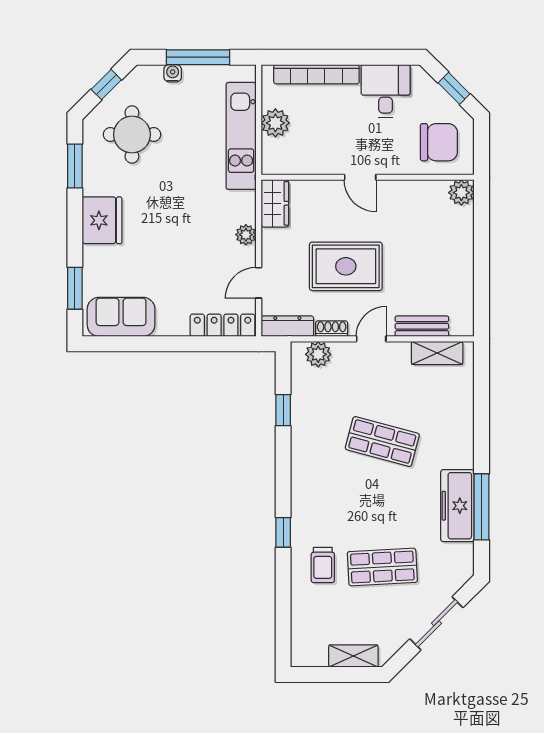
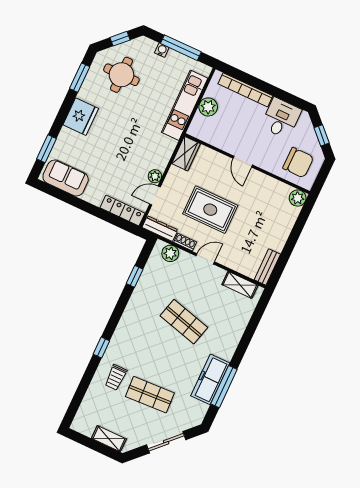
plant: (246, 235) -> (155, 176), moved
bench: (422, 326) -> (267, 267), moved, turned 90

